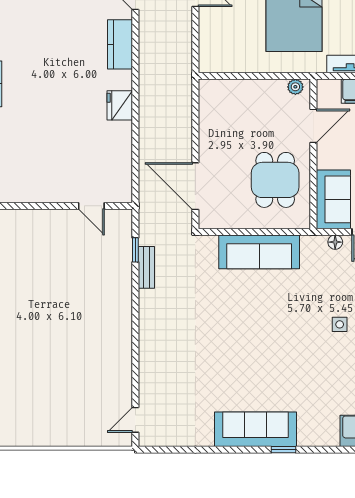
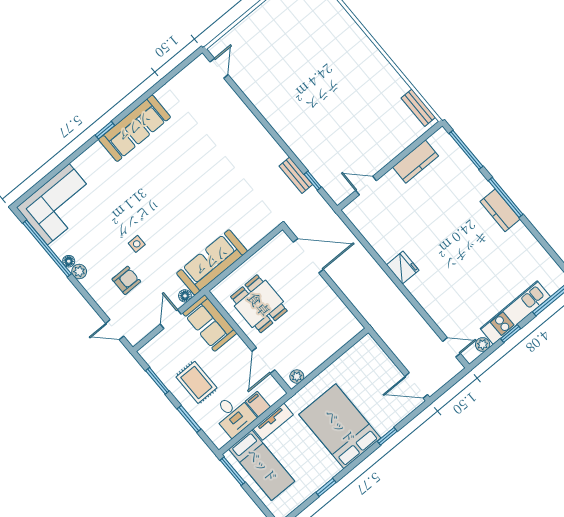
kitchen counter: (120, 44) -> (416, 162), moved, turned 90
sofa: (259, 252) -> (212, 262), moved

